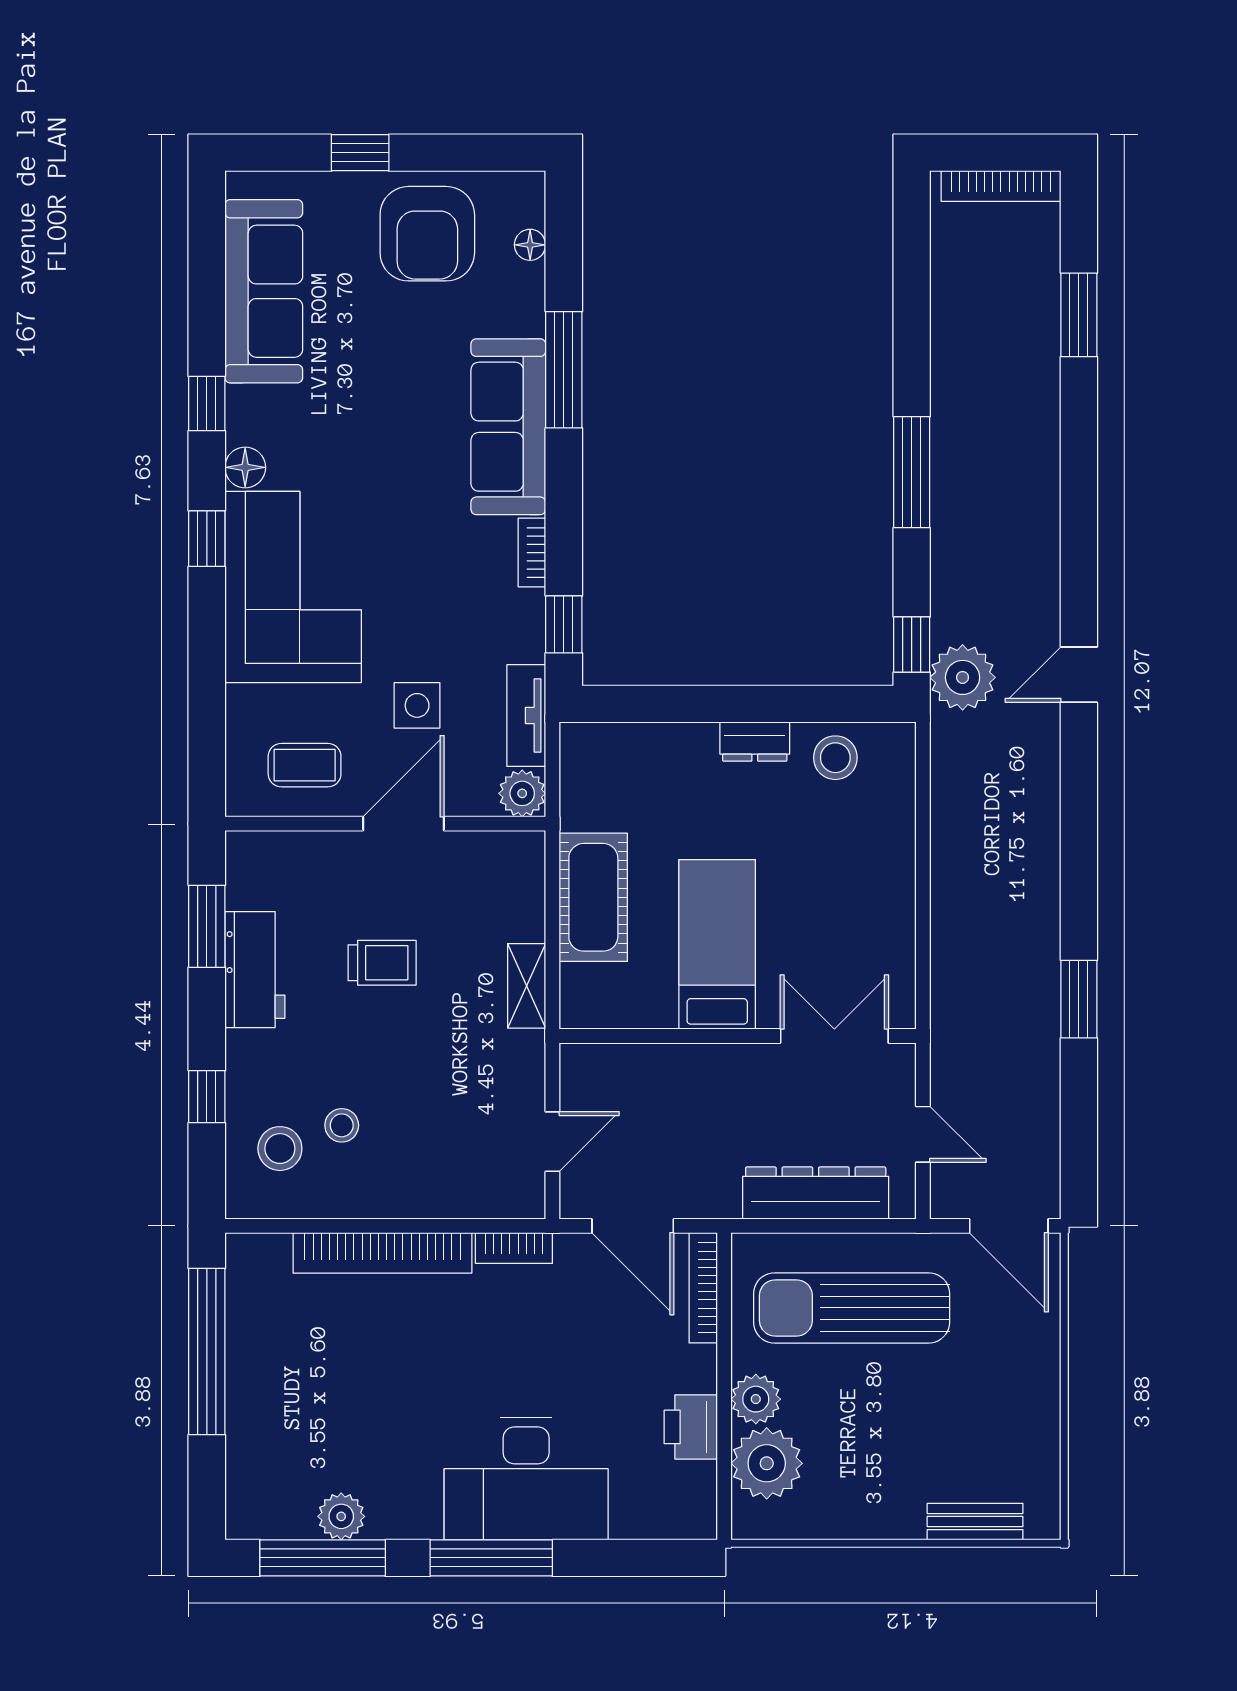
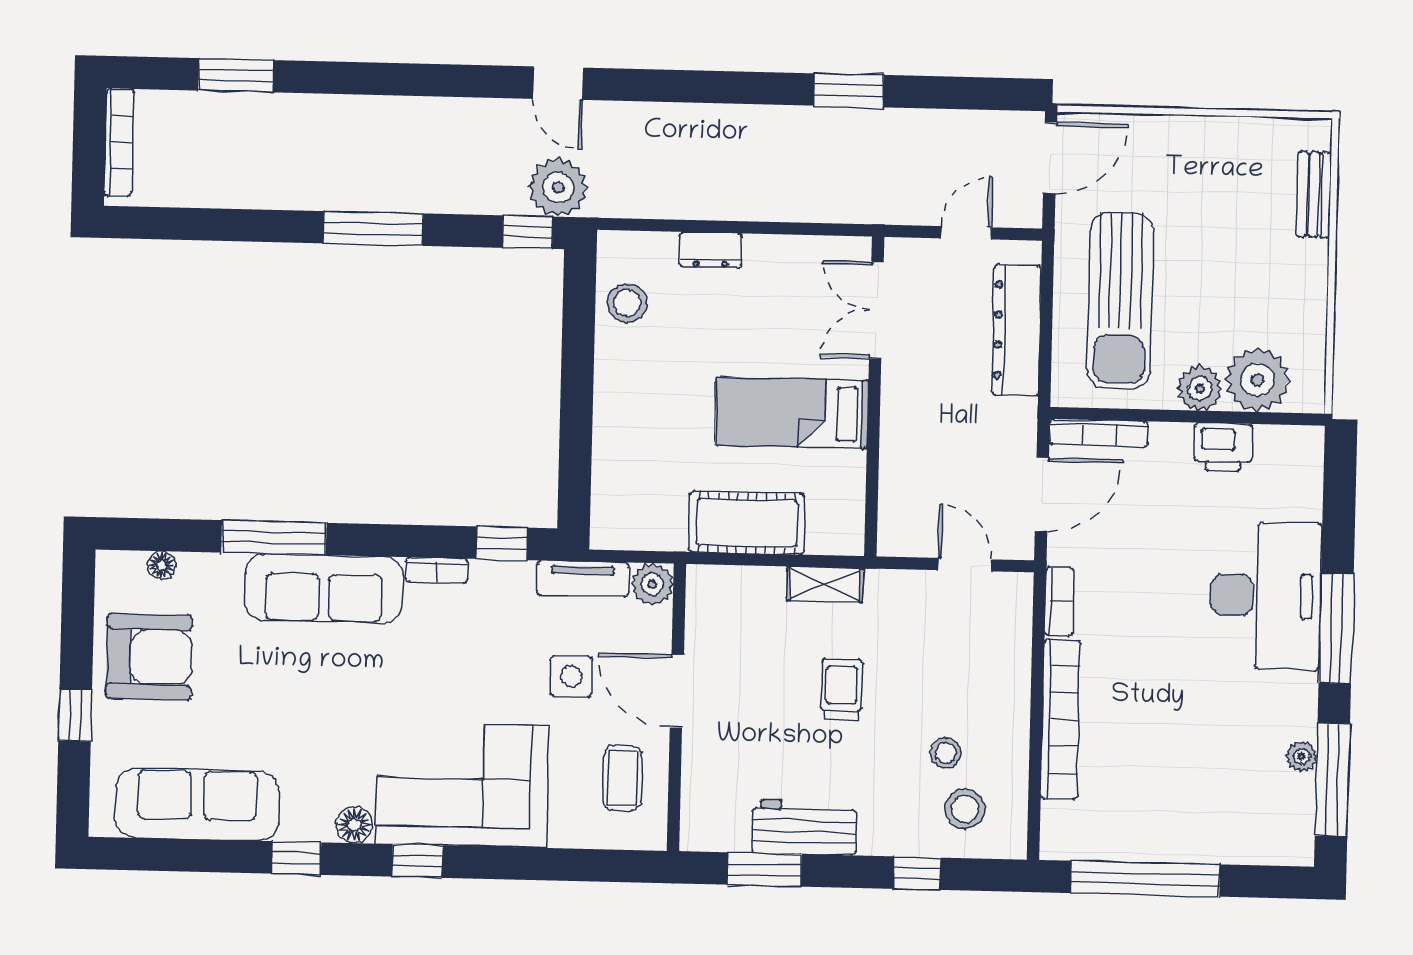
dresser: (755, 742) -> (711, 250), moved, turned 90
trolley: (382, 963) -> (842, 689), moved
plant: (341, 1516) -> (1301, 756), width x0.73, depth x0.73

